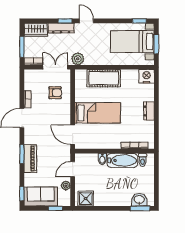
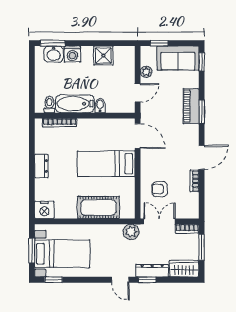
double door: (55, 67) -> (159, 221), swing flipped
shower: (86, 199) -> (103, 56), moved
washing machine: (124, 200) -> (72, 54), added

